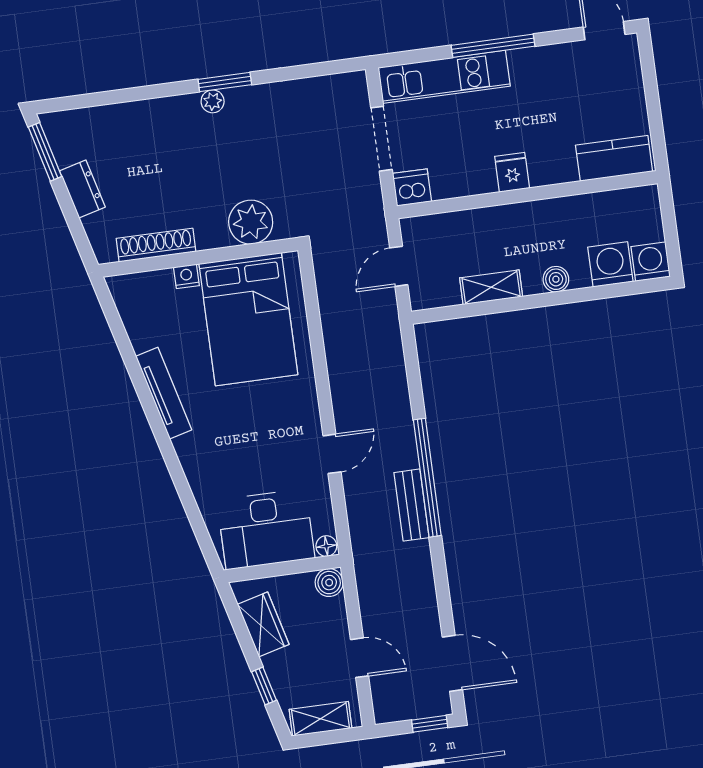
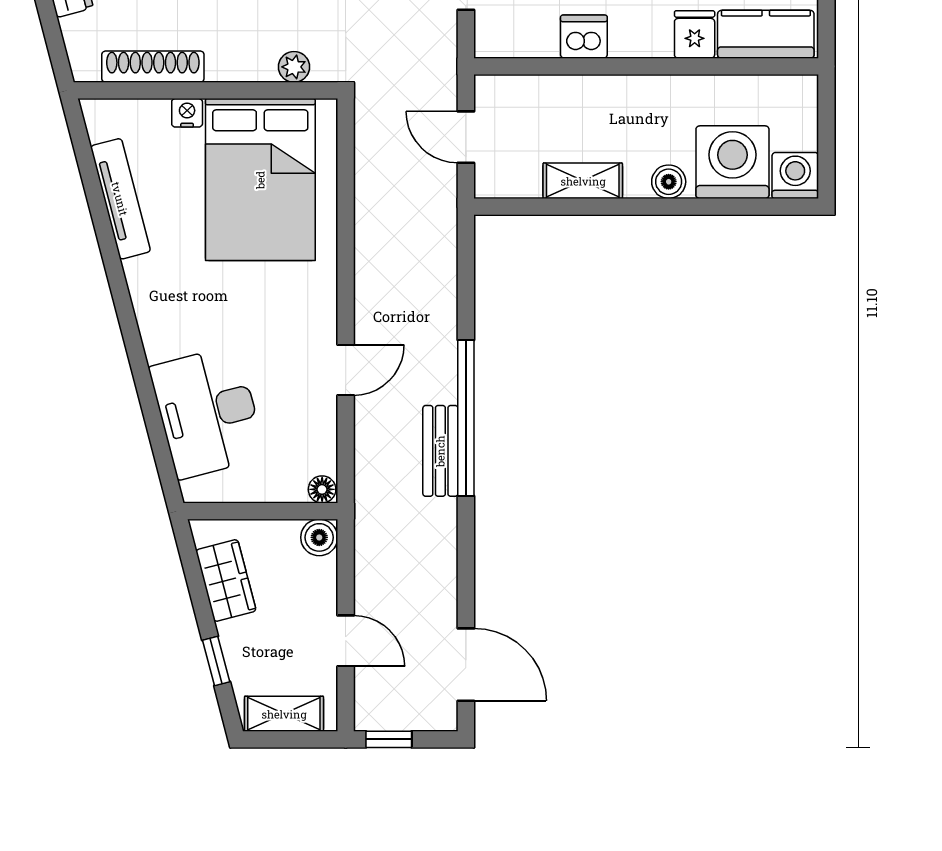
fridge: (512, 172) -> (695, 34), moved
dishwasher: (412, 187) -> (584, 37), moved
plant: (251, 222) -> (294, 67), width x0.53, depth x0.53
washing machine: (610, 264) -> (732, 162), width x1.37, depth x1.37
door: (399, 266) -> (466, 137), hinge flipped
tv unit: (164, 393) -> (120, 199), moved
desk: (266, 529) -> (208, 412), moved, turned 75
window: (430, 724) -> (389, 739), moved

